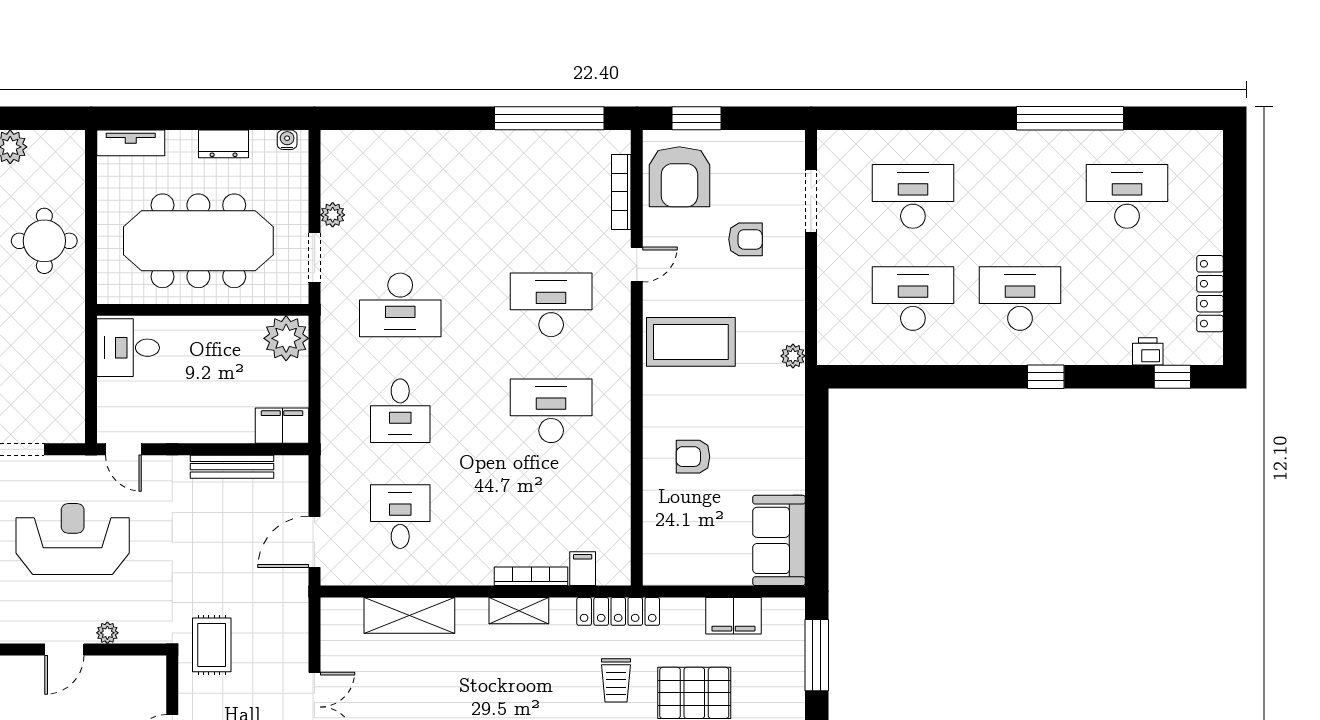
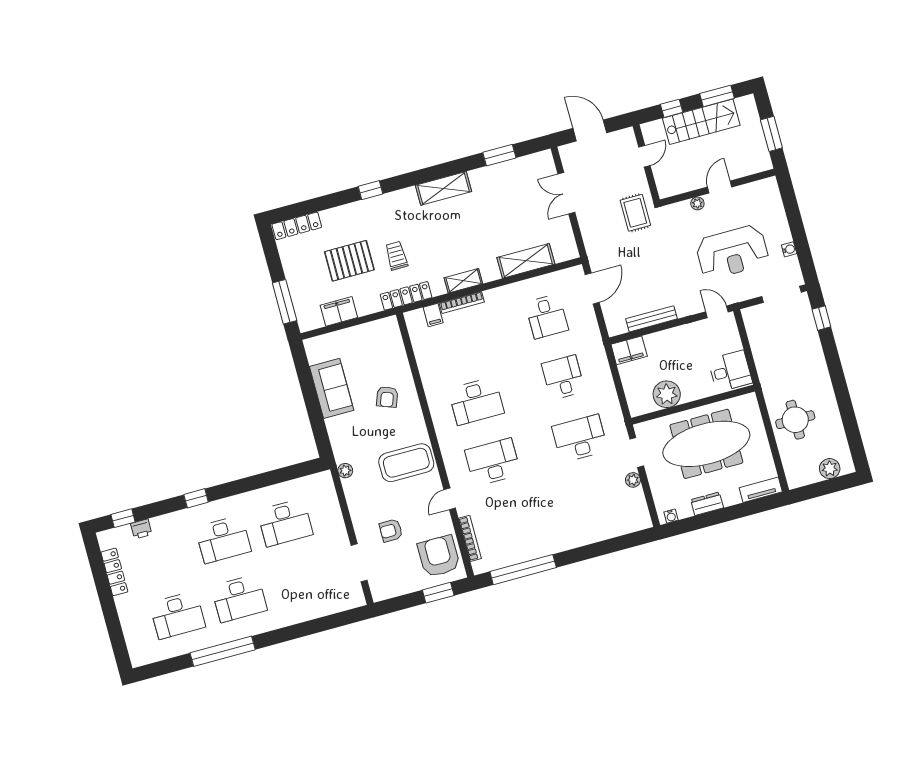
desk: (913, 196) -> (239, 598), moved
desk: (551, 305) -> (493, 462), turned 180
plant: (286, 338) -> (667, 394), moved
armchair: (693, 457) -> (387, 397), turned 110
sofa: (779, 540) -> (332, 388), moved

